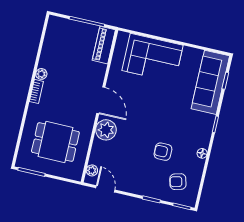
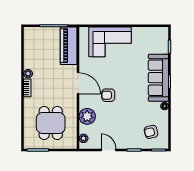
piano: (104, 45) -> (69, 46), width x1.37, depth x1.33
sofa: (210, 82) -> (158, 78), moved
plant: (106, 130) -> (87, 116), moved
dining table: (55, 142) -> (51, 123), turned 90
armchair: (163, 152) -> (108, 95), moved
door: (105, 189) -> (109, 150), moved

